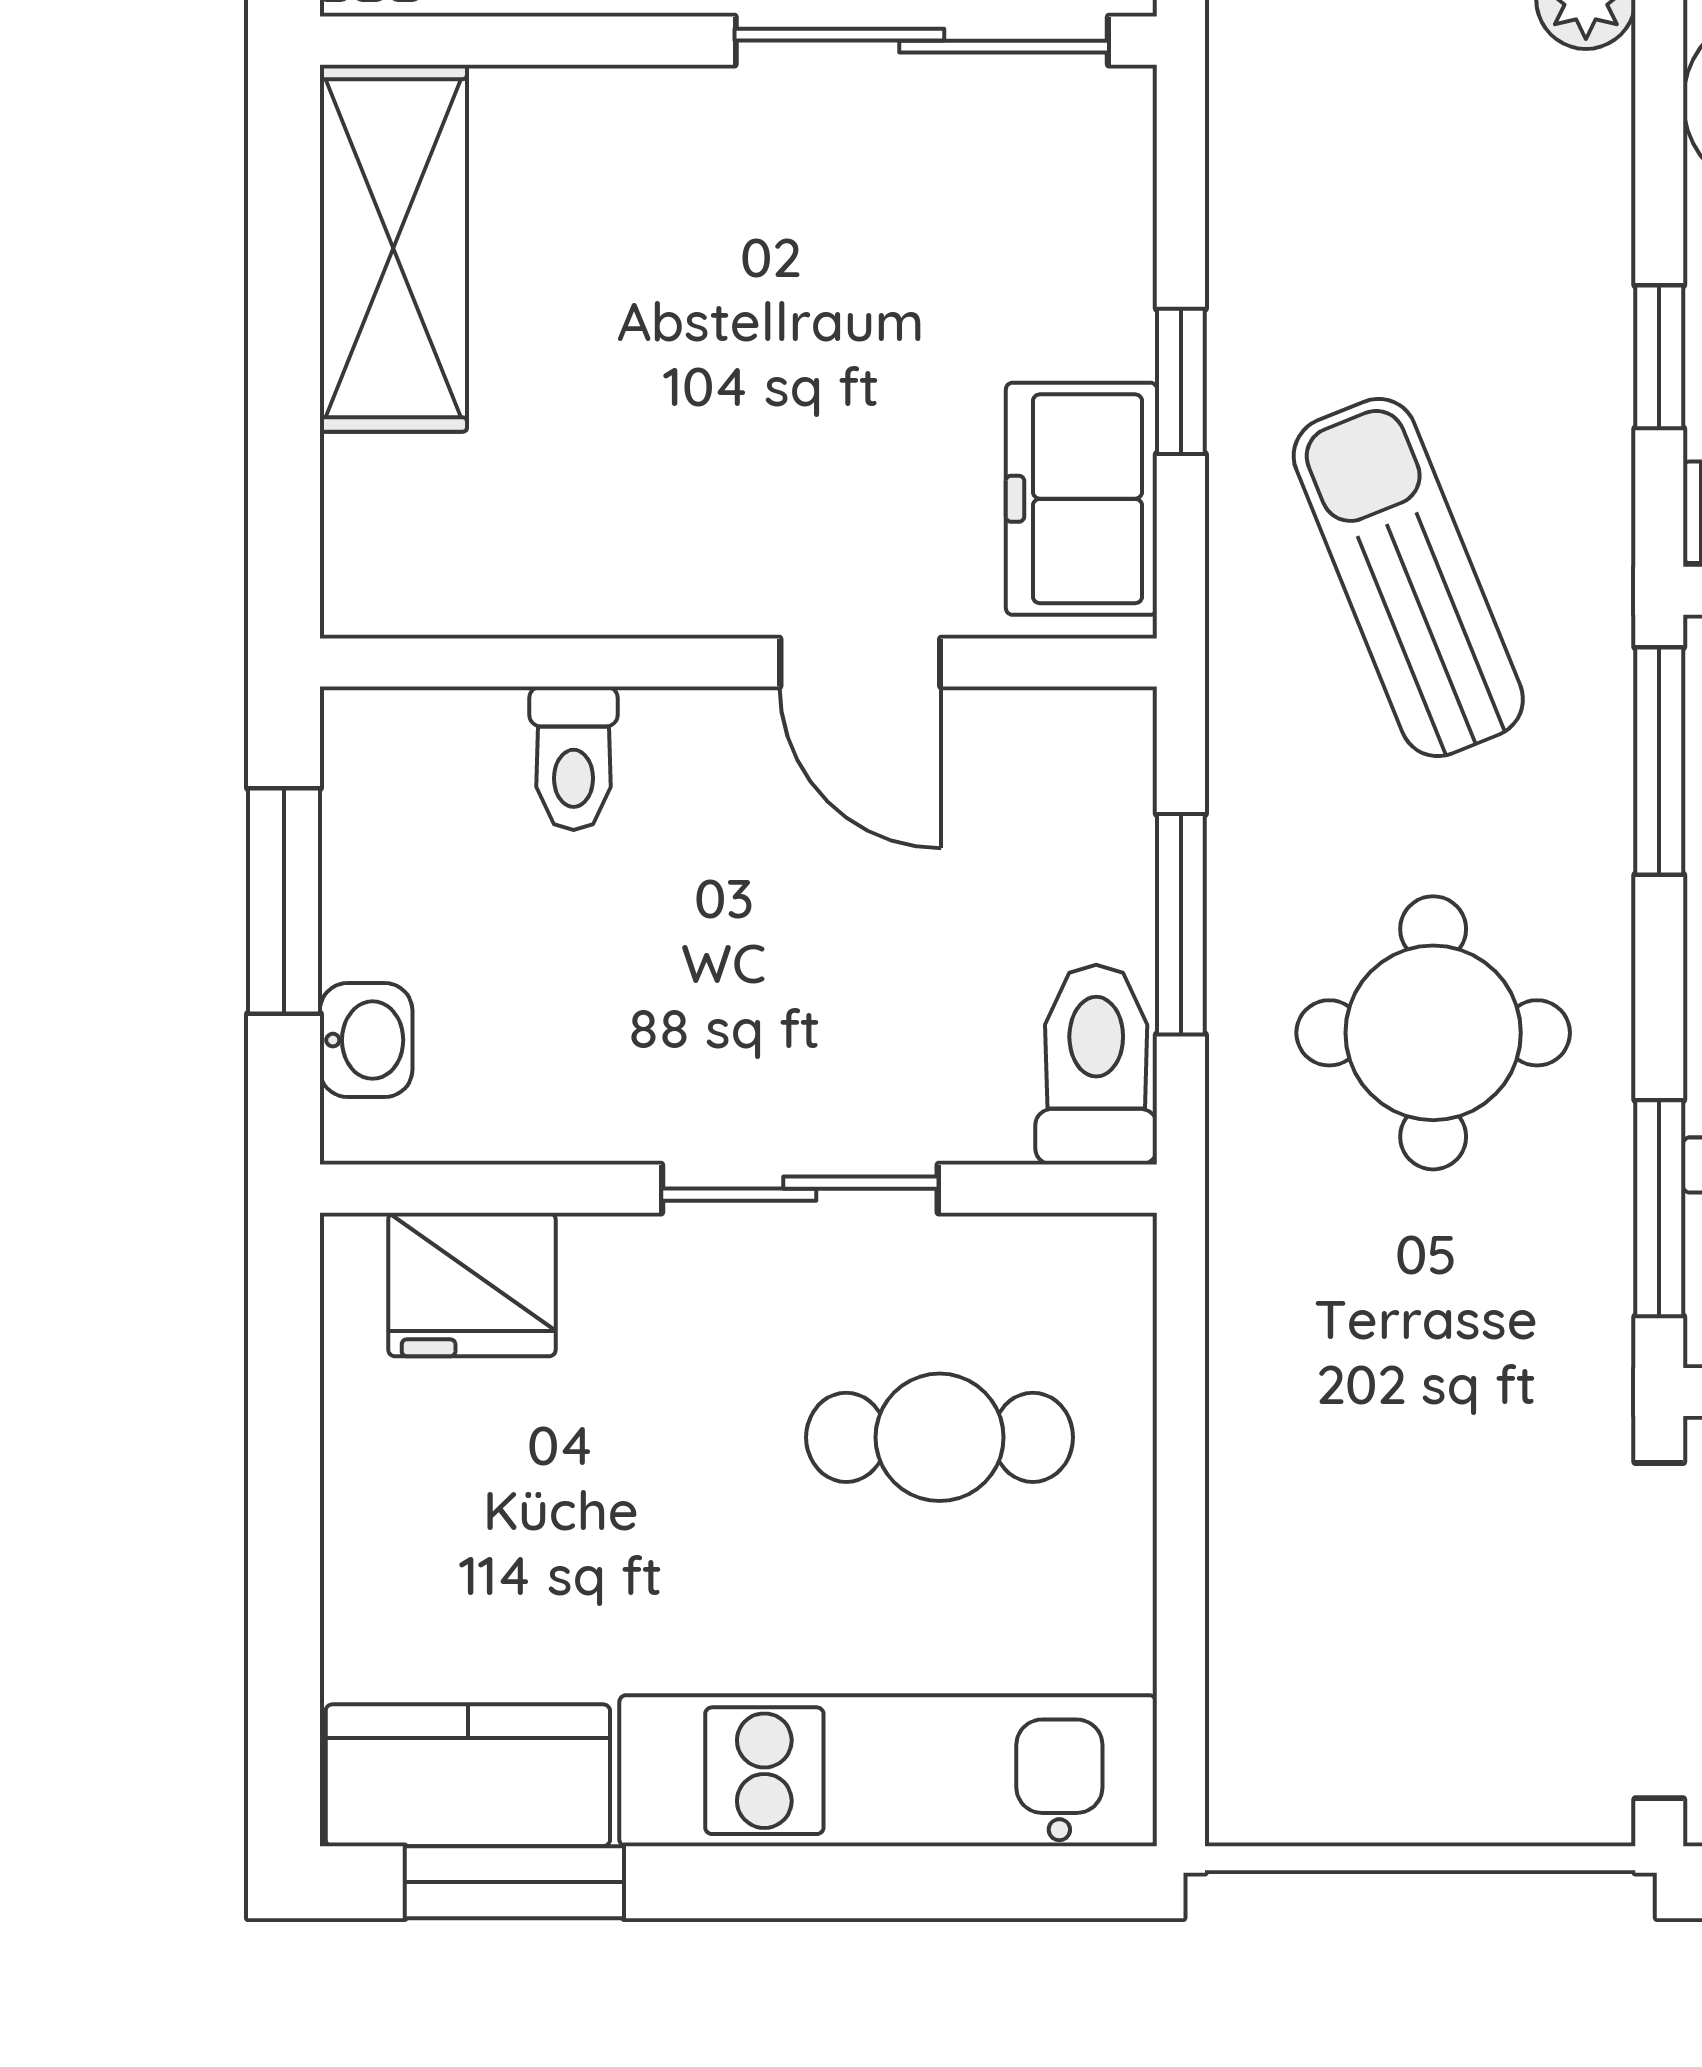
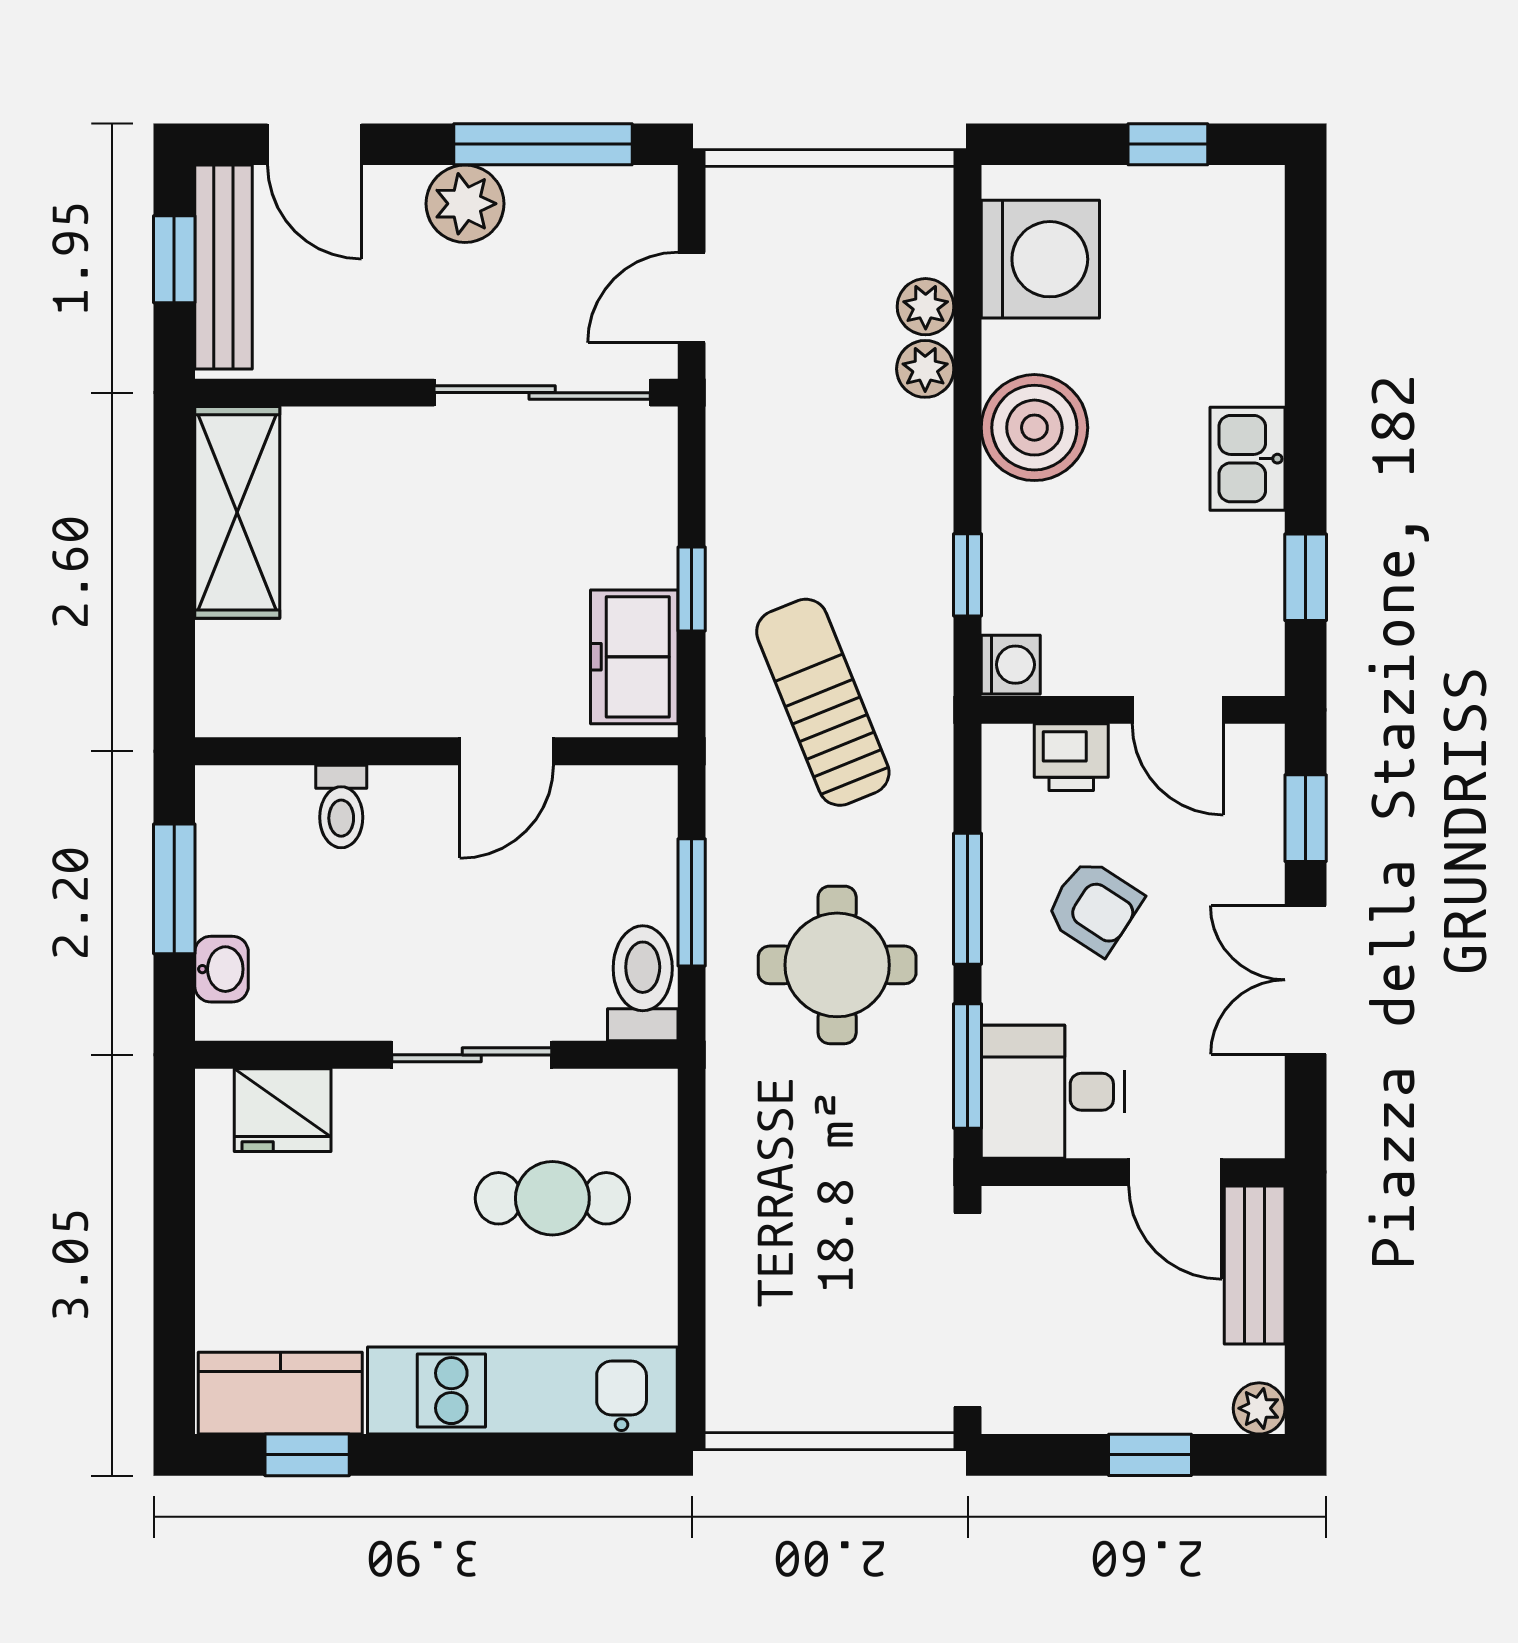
door: (860, 662) -> (507, 751), hinge flipped
window: (1659, 761) -> (968, 899), moved
window: (514, 1882) -> (307, 1455), width x0.67

